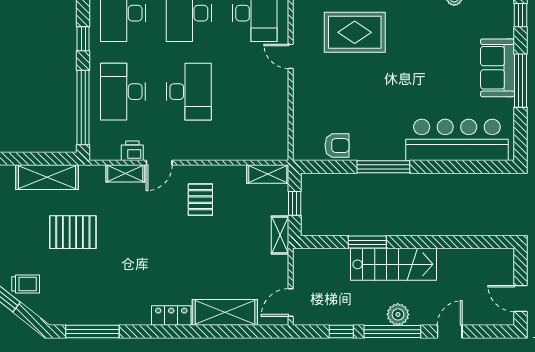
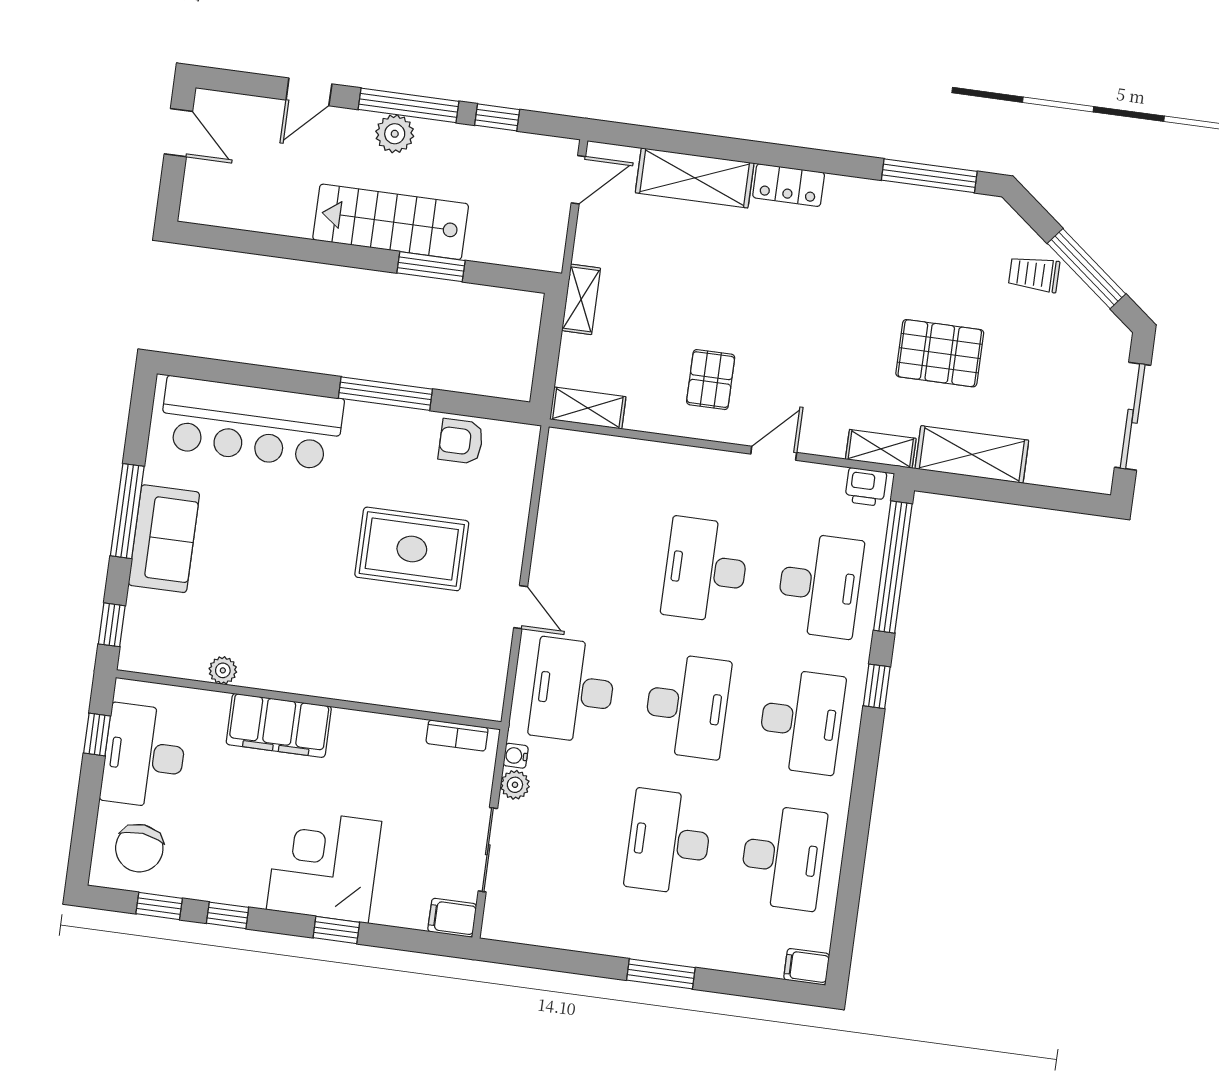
rug: (355, 32) -> (412, 549), moved
printer: (132, 151) -> (866, 487), moved
shelving: (125, 173) -> (881, 449), moved
window: (295, 203) -> (548, 351), removed

